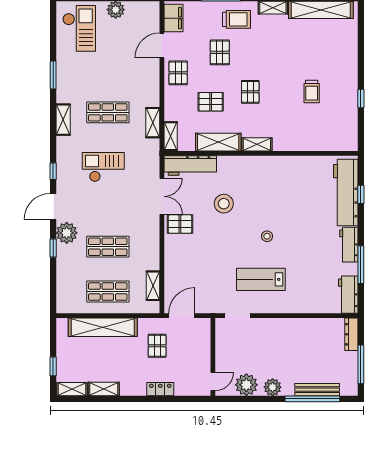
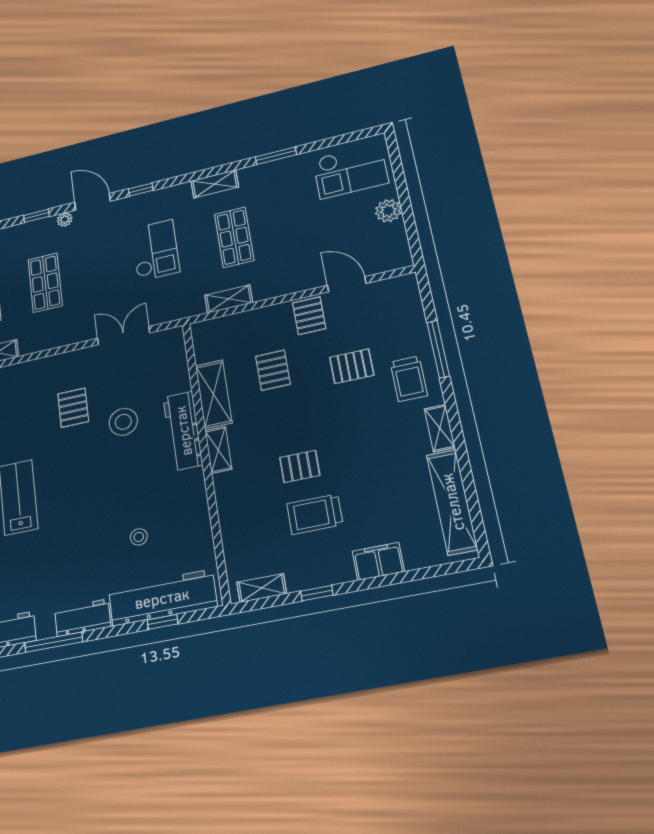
filing cabinet: (173, 18) -> (378, 561), moved, turned 180
pallet: (178, 73) -> (309, 316), turned 90
trolley: (312, 91) -> (315, 514), width x1.36, depth x1.39
pallet: (250, 92) -> (300, 466), moved
shelving: (171, 136) -> (262, 588), moved
workbench: (190, 166) -> (183, 431), moved
double door: (162, 196) -> (124, 336), swing flipped
pallet: (180, 224) -> (73, 408), moved
plant: (67, 233) -> (65, 219), width x0.53, depth x0.53
stool: (267, 236) -> (139, 537), moved

